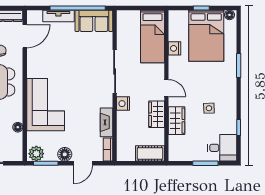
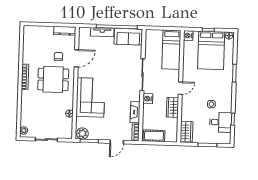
door: (25, 36) -> (76, 58), moved
nightstand: (175, 48) -> (188, 36), moved
door: (166, 88) -> (180, 88), hinge flipped
wardrobe: (177, 121) -> (186, 132), moved
desk: (222, 148) -> (221, 122), moved
cot: (150, 153) -> (154, 136), moved
floor lamp: (65, 154) -> (103, 135), removed

